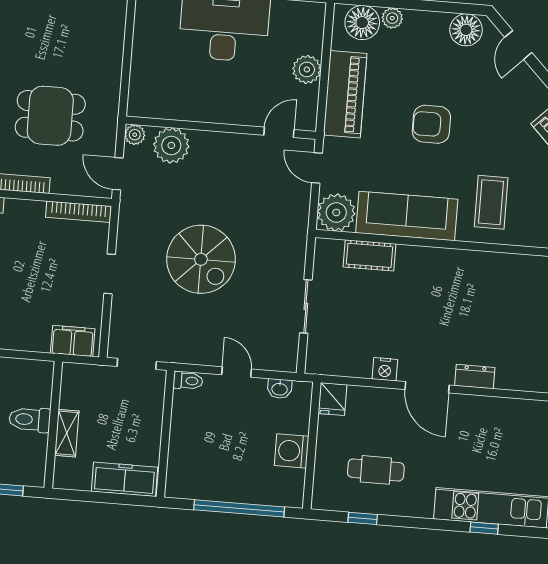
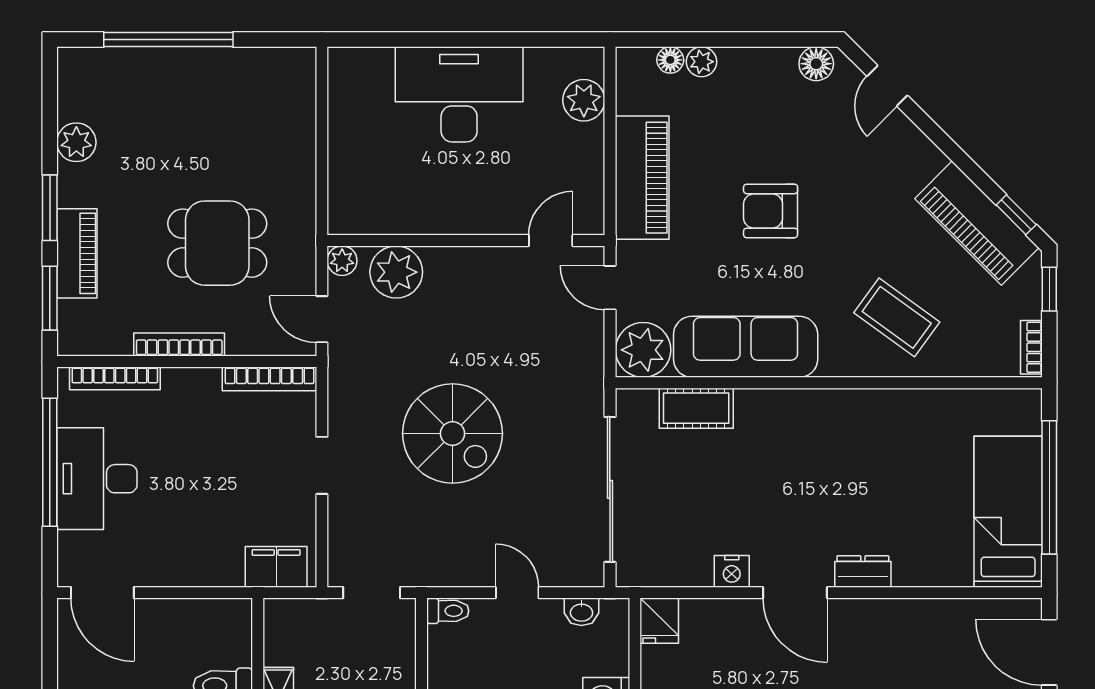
floor lamp: (362, 23) -> (670, 60), width x0.53, depth x0.53
floor lamp: (466, 30) -> (816, 64), width x0.73, depth x0.73
plant: (307, 69) -> (584, 100), moved
coffee table: (491, 202) -> (897, 317), moved, turned -54
sliding door: (306, 306) -> (610, 489), width x1.86

